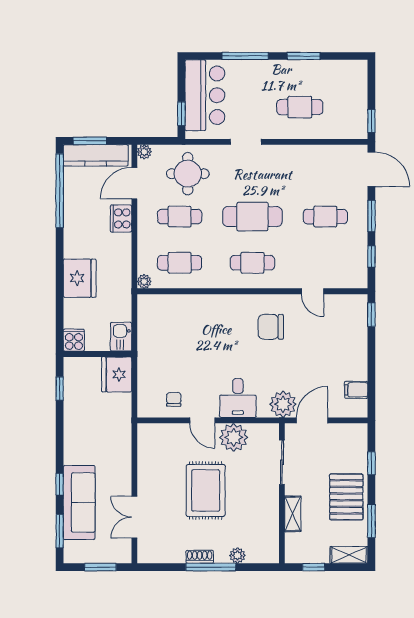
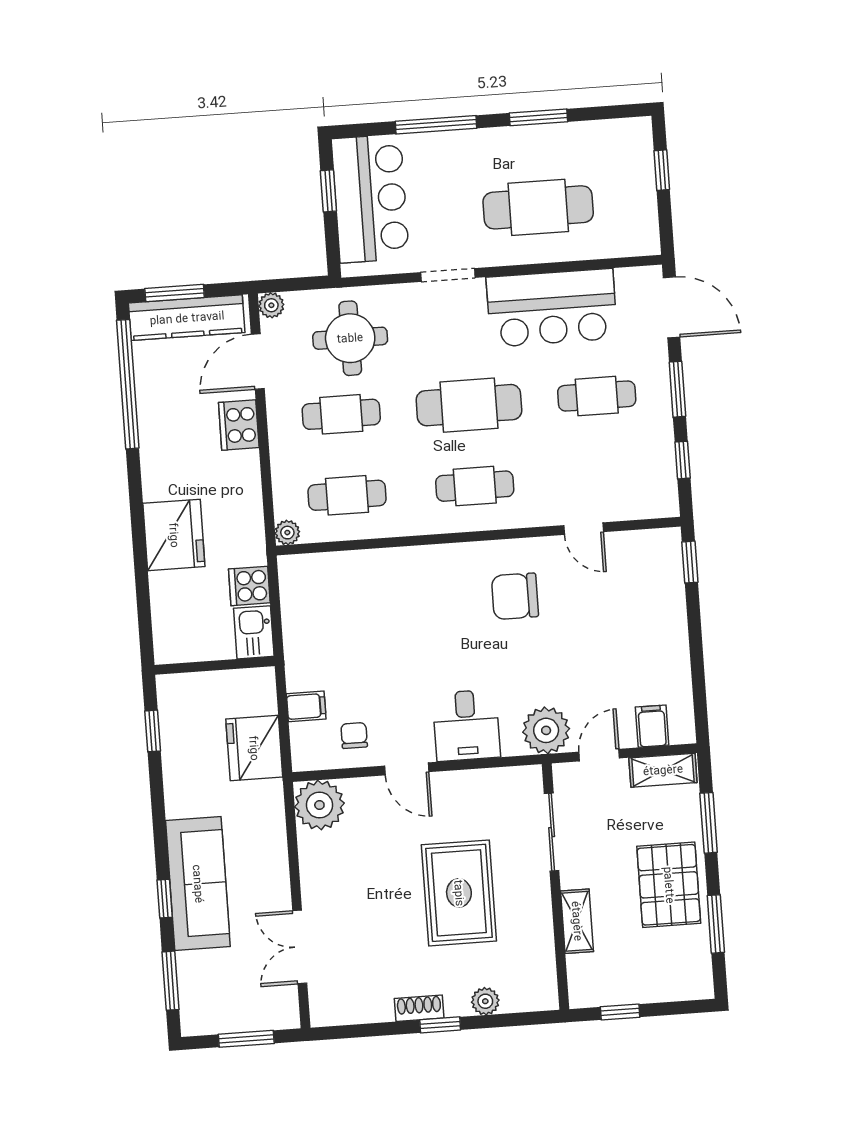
cafe table: (300, 107) -> (538, 207), width x1.37, depth x1.35
window: (181, 114) -> (328, 191), moved
window: (371, 121) -> (662, 170), moved
bar counter: (303, 165) -> (552, 308), added
cooker: (74, 340) -> (249, 586), moved, turned -90
fridge: (117, 374) -> (254, 748), moved
filing cabinet: (148, 381) -> (306, 706), added
filing cabinet: (356, 390) -> (652, 726), moved, turned 90
door: (312, 420) -> (599, 755), width x0.73
plant: (234, 437) -> (319, 805), moved
window: (371, 463) -> (709, 823), width x1.50
rug: (206, 490) -> (459, 893), moved
sofa: (79, 503) -> (198, 884), moved
shelving: (349, 555) -> (663, 770), moved
window: (211, 567) -> (440, 1025), width x0.46

